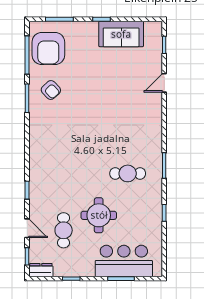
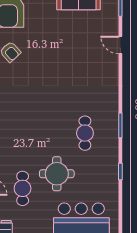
door: (164, 83) -> (120, 45), hinge flipped
cafe table: (128, 173) -> (85, 133), turned 90

